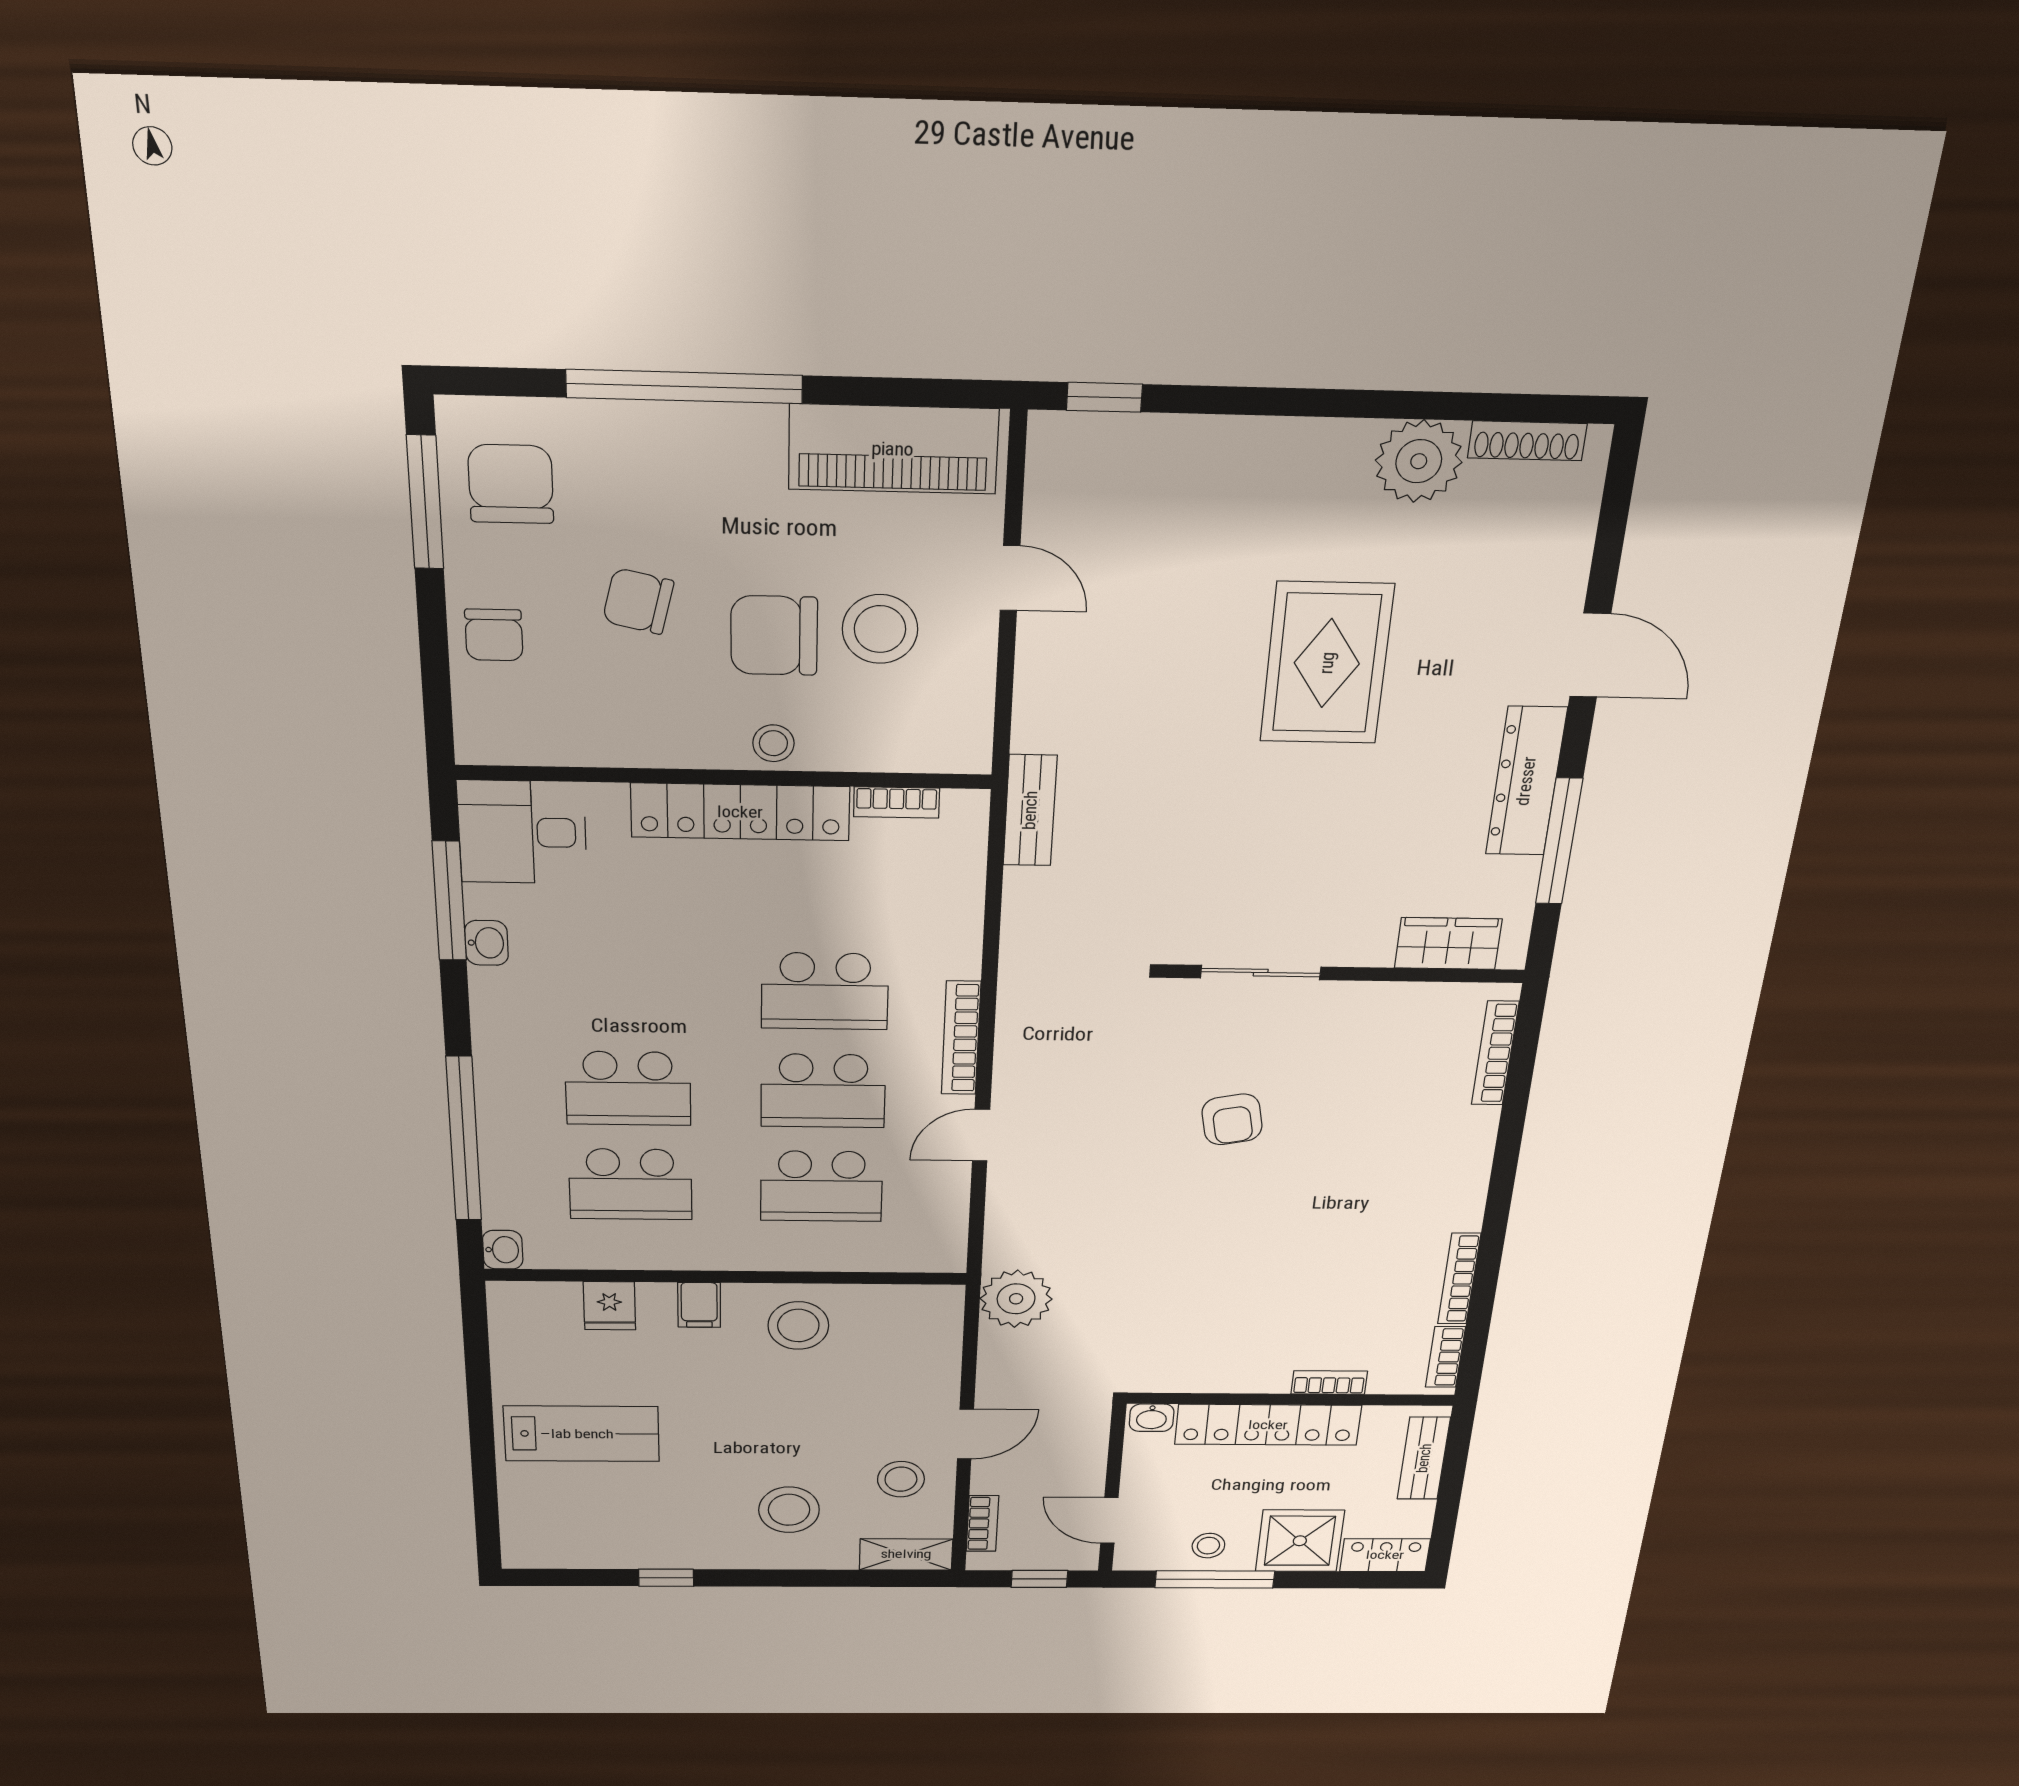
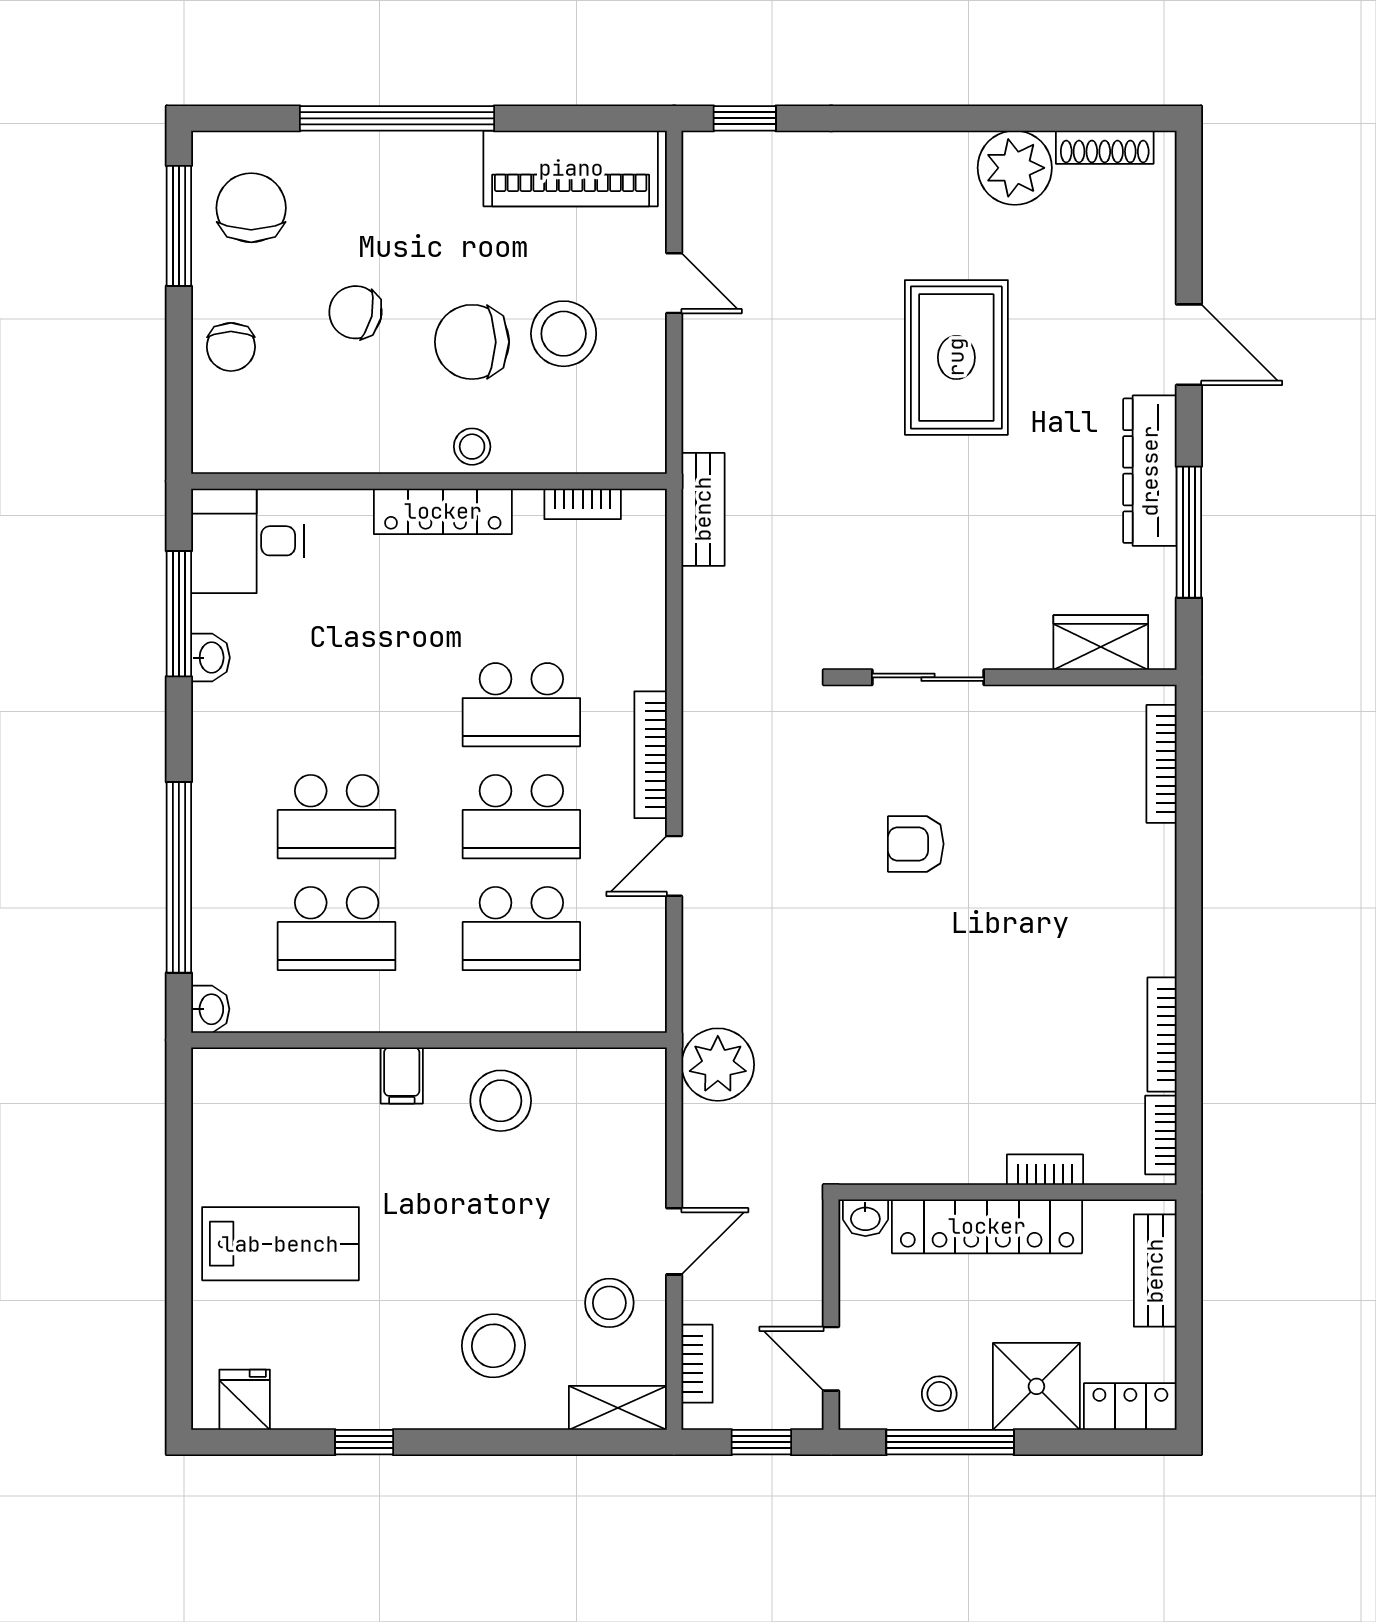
locker: (740, 812) -> (443, 511), width x0.71, depth x0.83
armchair: (1232, 1119) -> (916, 844), turned 101
fridge: (609, 1306) -> (245, 1400), moved, turned 180

